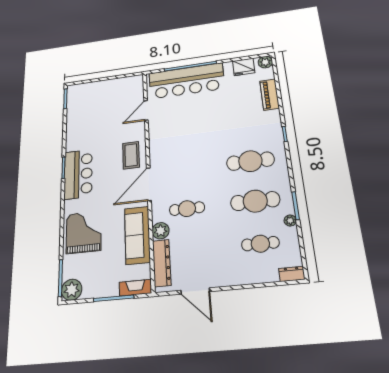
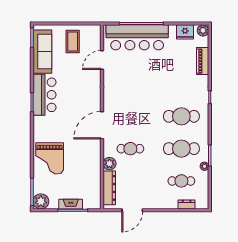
coffee table: (131, 155) -> (73, 42), moved
bar counter: (78, 174) -> (45, 95), moved
grand piano: (84, 232) -> (50, 158), turned 180
sofa: (137, 235) -> (42, 52), moved, turned 180
dresser: (292, 274) -> (187, 205), moved
fireplace: (135, 288) -> (71, 204), moved
door: (195, 291) -> (132, 210), hinge flipped

